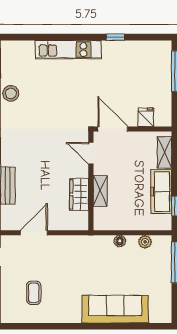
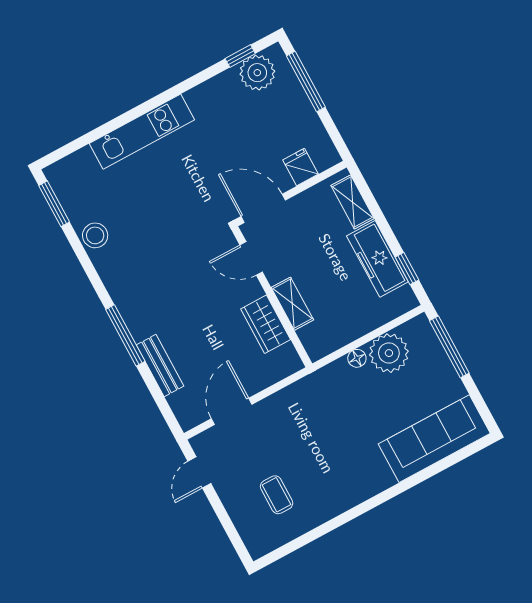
window: (115, 37) -> (240, 56), moved
plant: (150, 52) -> (257, 73), added
plant: (145, 242) -> (389, 353), width x1.87, depth x1.87
sofa: (115, 309) -> (434, 439), moved

